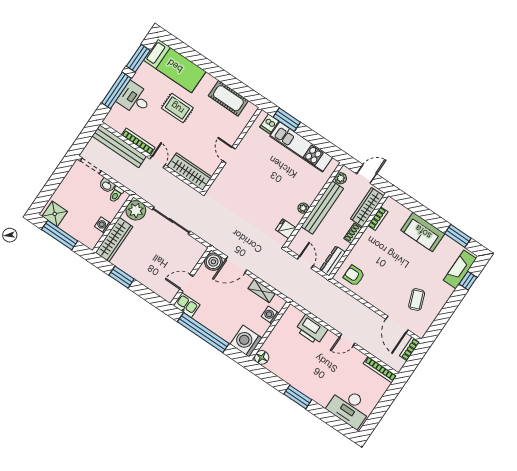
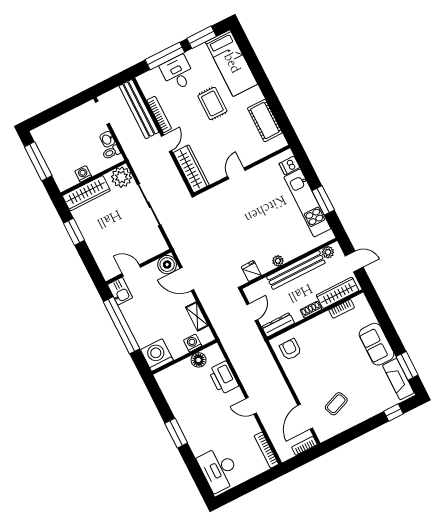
window: (287, 120) -> (323, 200), moved
shower: (55, 214) -> (44, 139), removed
fireplace: (460, 269) -> (398, 379), moved, turned -90
floor lamp: (262, 357) -> (199, 360), moved

